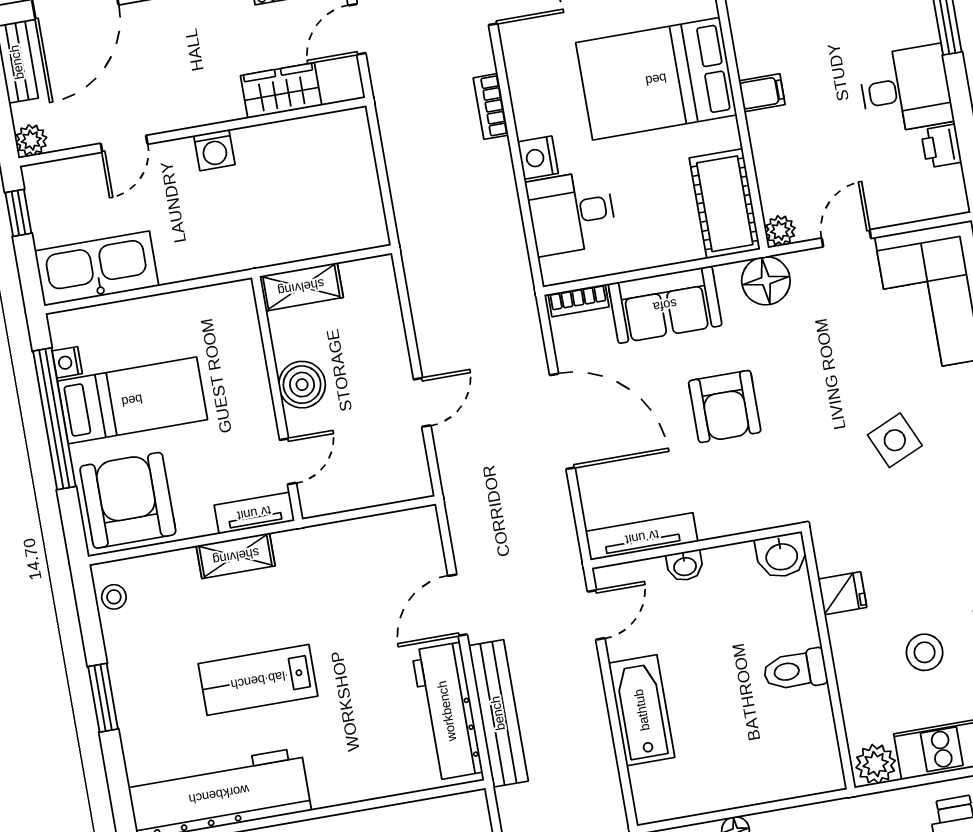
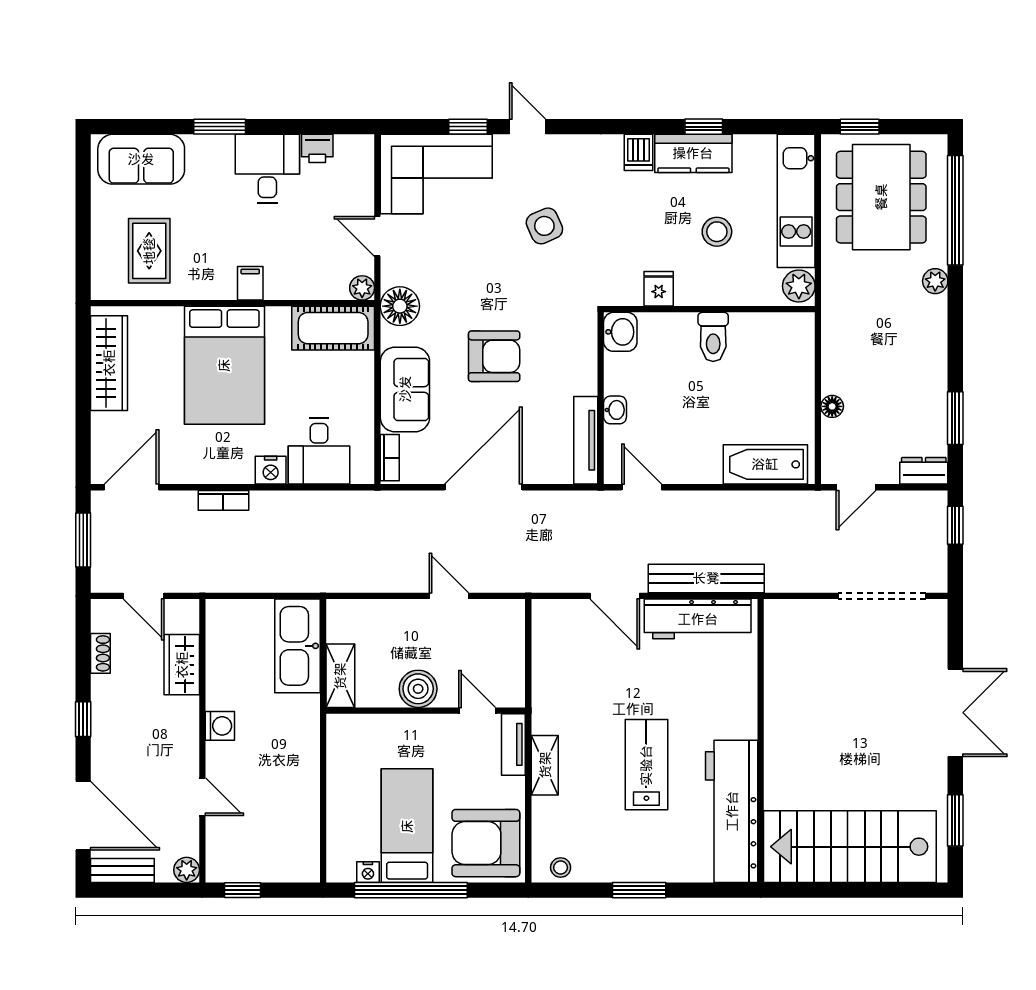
kitchen sink: (97, 268) -> (298, 646), moved
lab bench: (258, 680) -> (646, 765), turned 180
bathtub: (642, 710) -> (765, 464), moved

